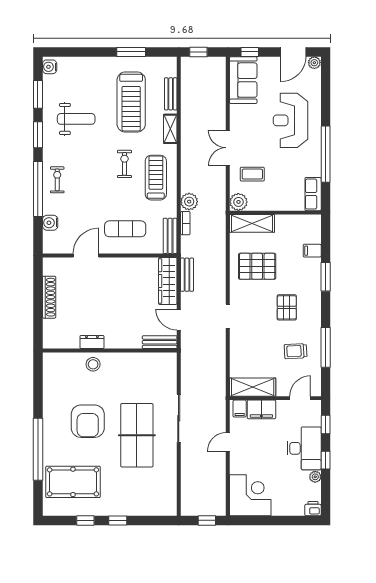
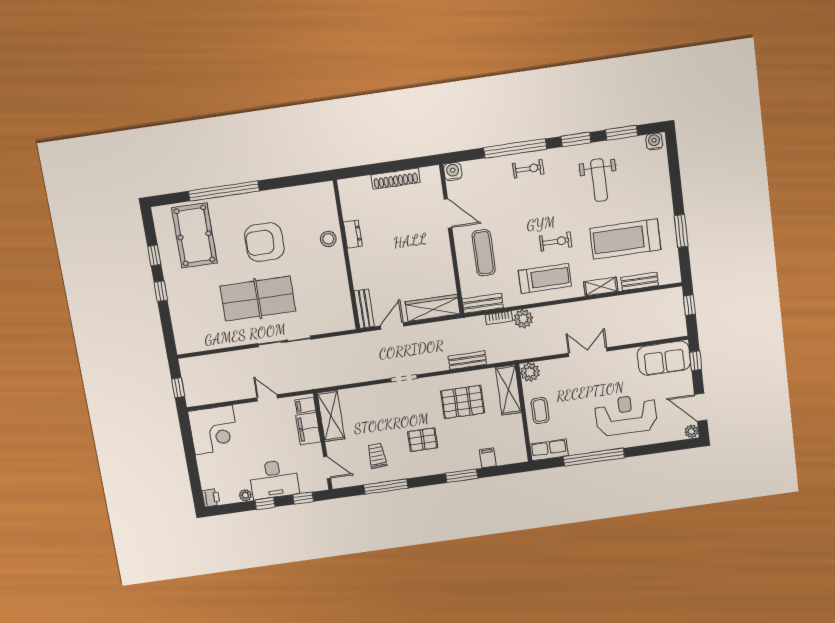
coffee table: (252, 174) -> (540, 411), moved
water cooler: (50, 223) -> (453, 172), moved
pallet: (257, 266) -> (463, 402), turned 90
bench: (187, 275) -> (467, 360), moved

